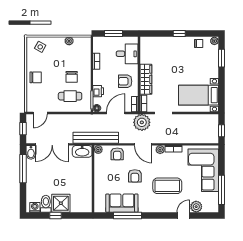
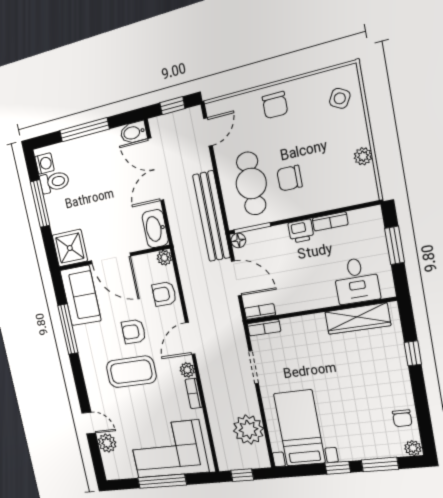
window: (179, 34) -> (413, 353), moved
wardrobe: (146, 79) -> (358, 319), moved
window: (222, 79) -> (338, 468), added
armchair: (125, 81) -> (300, 286), removed
printer: (98, 91) -> (301, 231), moved
cafe table: (70, 96) -> (251, 184), width x1.37, depth x1.35
door: (40, 113) -> (208, 132), swing flipped
plant: (142, 122) -> (248, 430), moved
bench: (96, 138) -> (212, 216), moved
window: (23, 169) -> (84, 130), moved
door: (93, 180) -> (111, 258), added
coffee table: (167, 186) -> (131, 372), moved, turned 90
window: (222, 190) -> (162, 481), moved
shower: (61, 203) -> (70, 248), moved
sofa: (122, 203) -> (81, 296), moved
window: (55, 215) -> (40, 204), width x2.17

